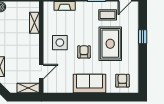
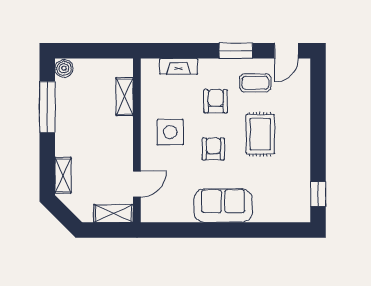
window: (143, 37) -> (318, 194), moved
rug: (110, 44) -> (260, 134), width x0.73, depth x0.70
armchair: (122, 81) -> (216, 101), moved

